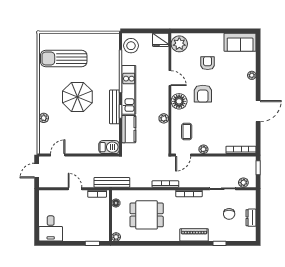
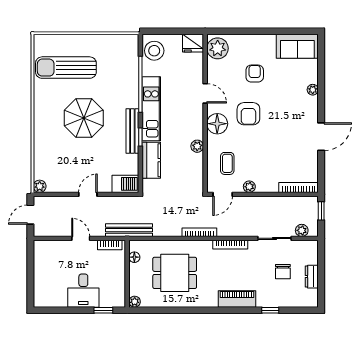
plant: (44, 118) -> (40, 186), moved
door: (58, 155) -> (88, 194), moved
desk: (51, 228) -> (83, 291), moved

